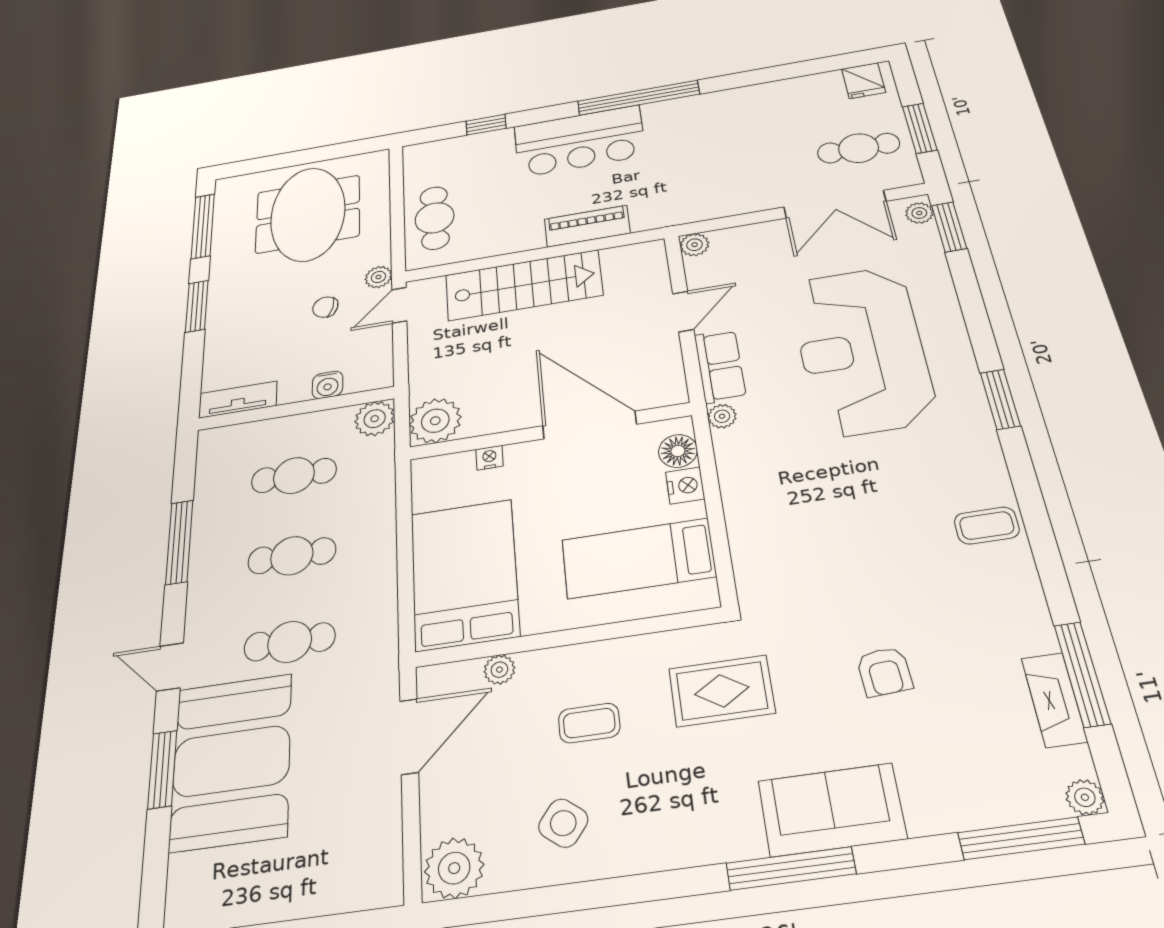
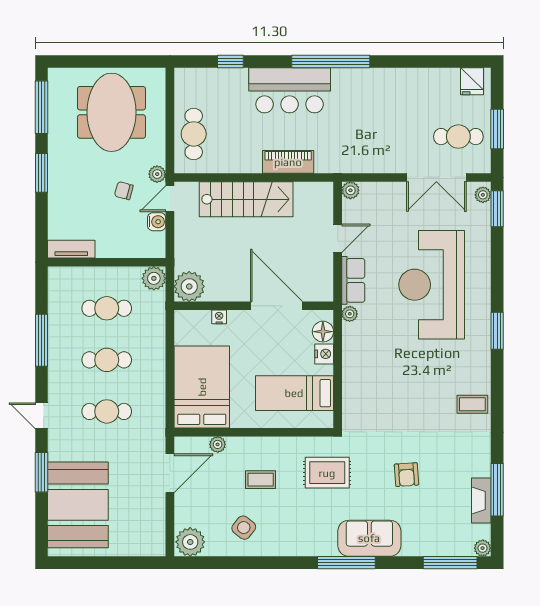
water cooler: (328, 385) -> (157, 222), moved, turned -90
booth: (231, 761) -> (78, 505), moved

